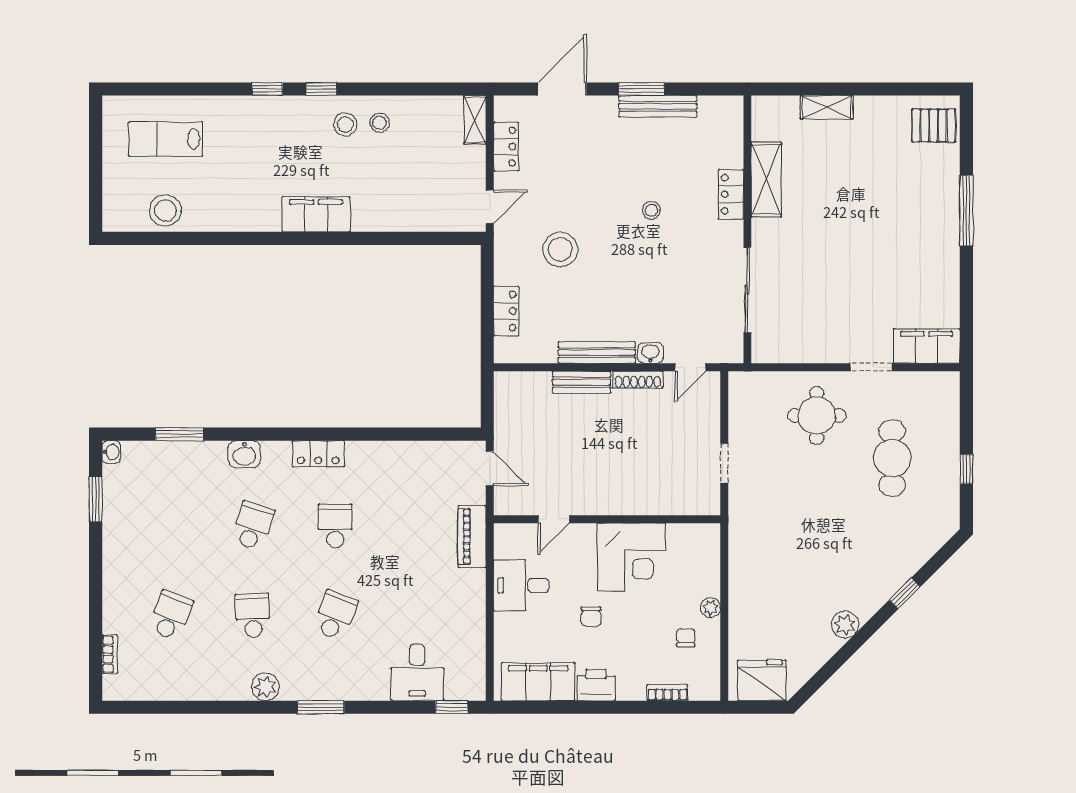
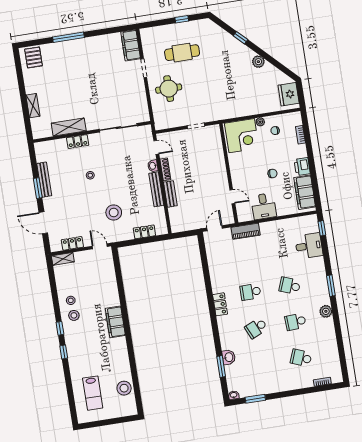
washbasin: (244, 454) -> (229, 357), moved
school desk: (253, 526) -> (256, 328), turned -42
corner desk: (631, 557) -> (242, 136), moved, turned 90

